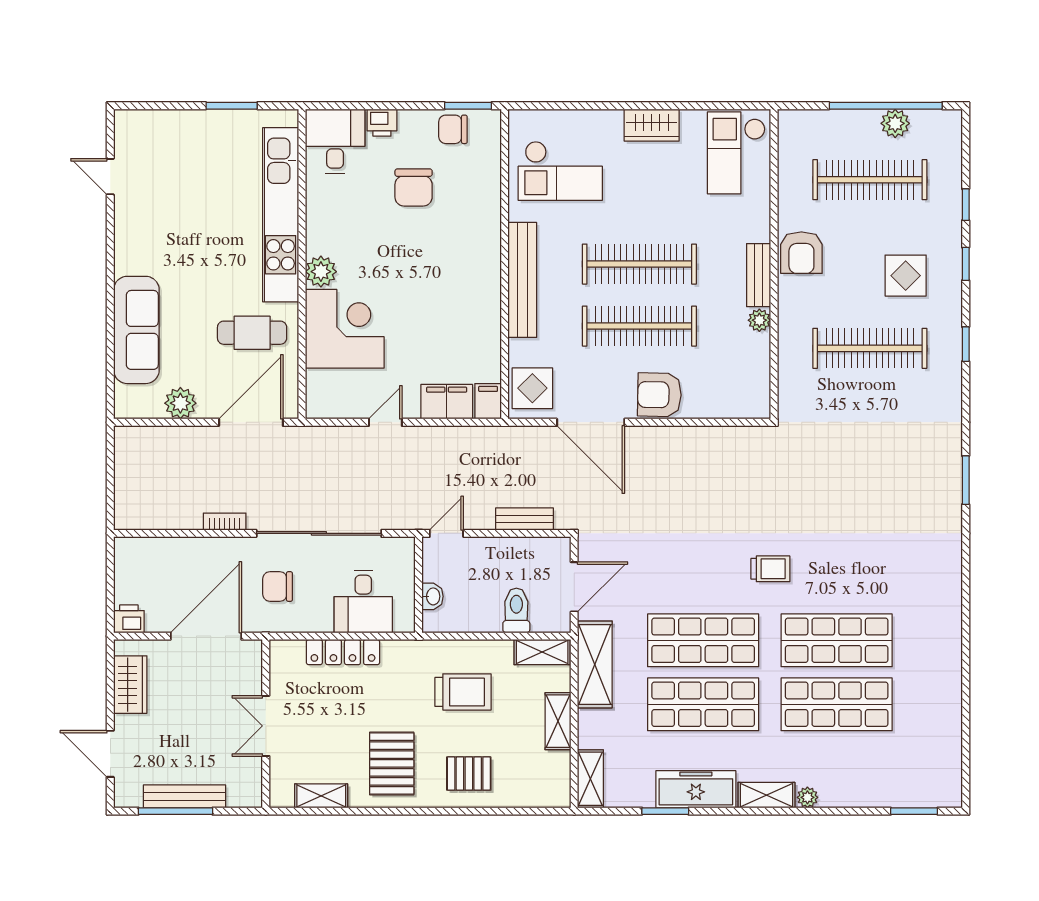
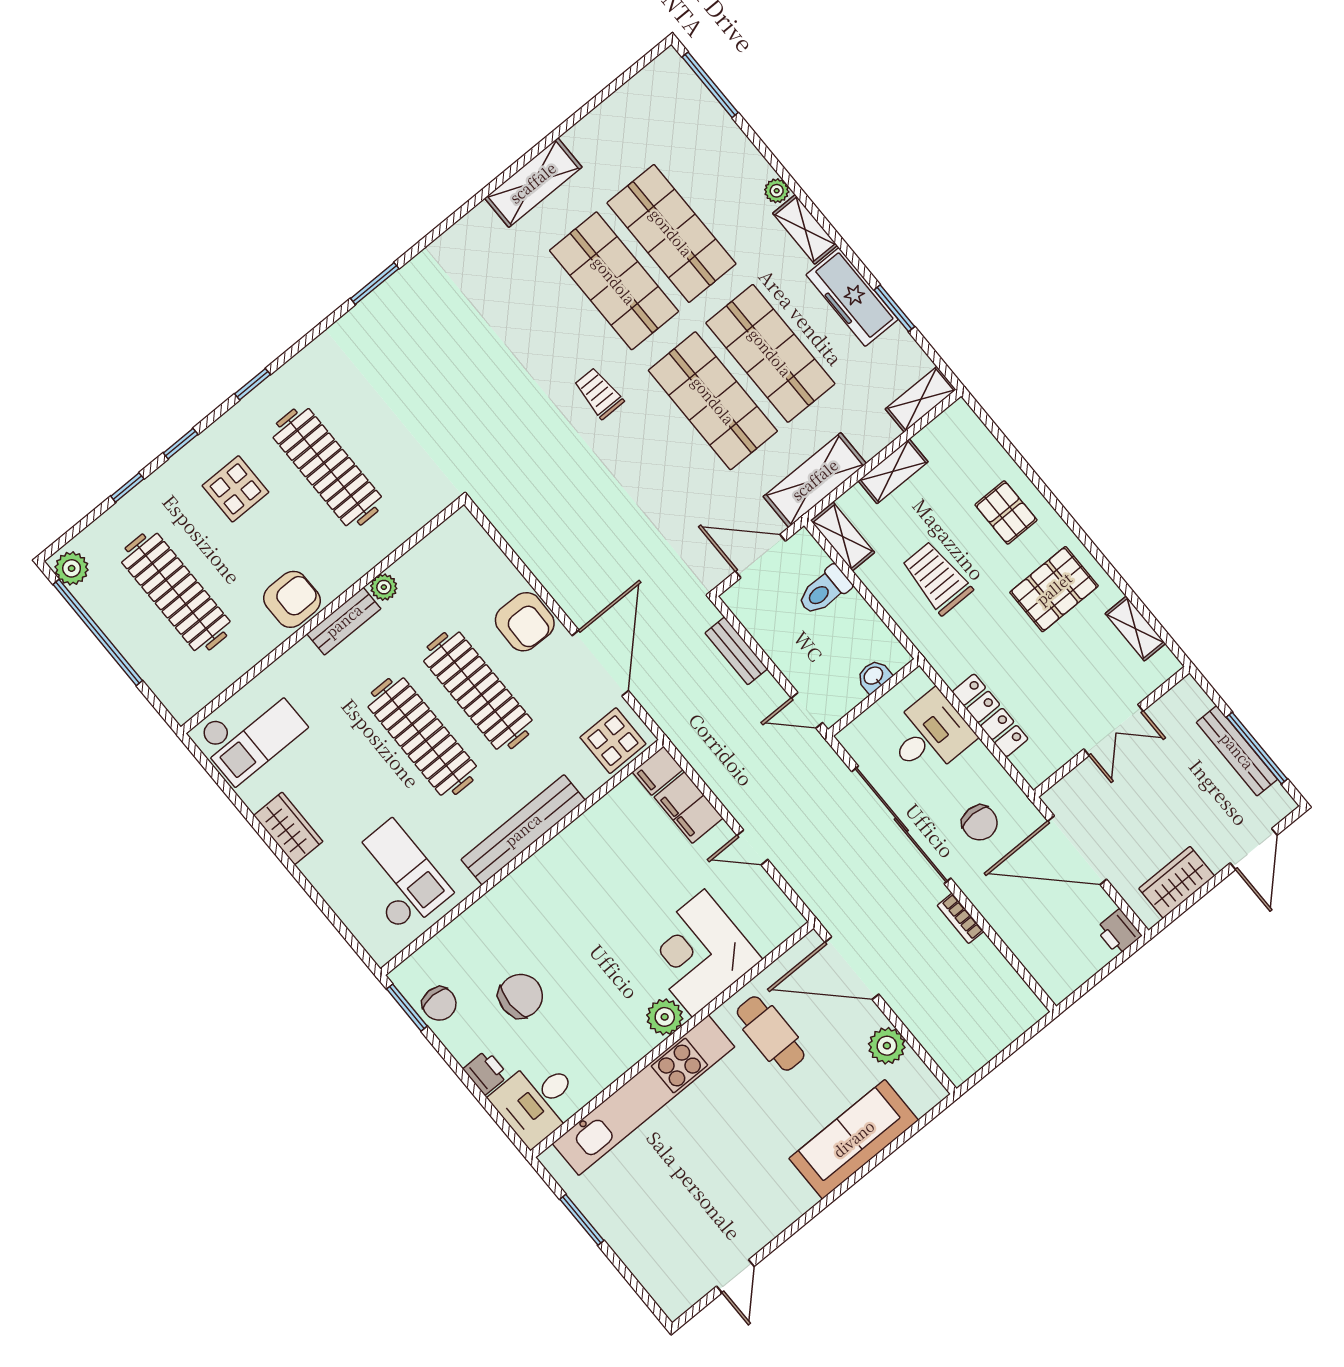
plant: (895, 123) -> (72, 568), moved
shelving: (946, 640) -> (533, 183), added
window: (914, 811) -> (710, 85), width x1.44

